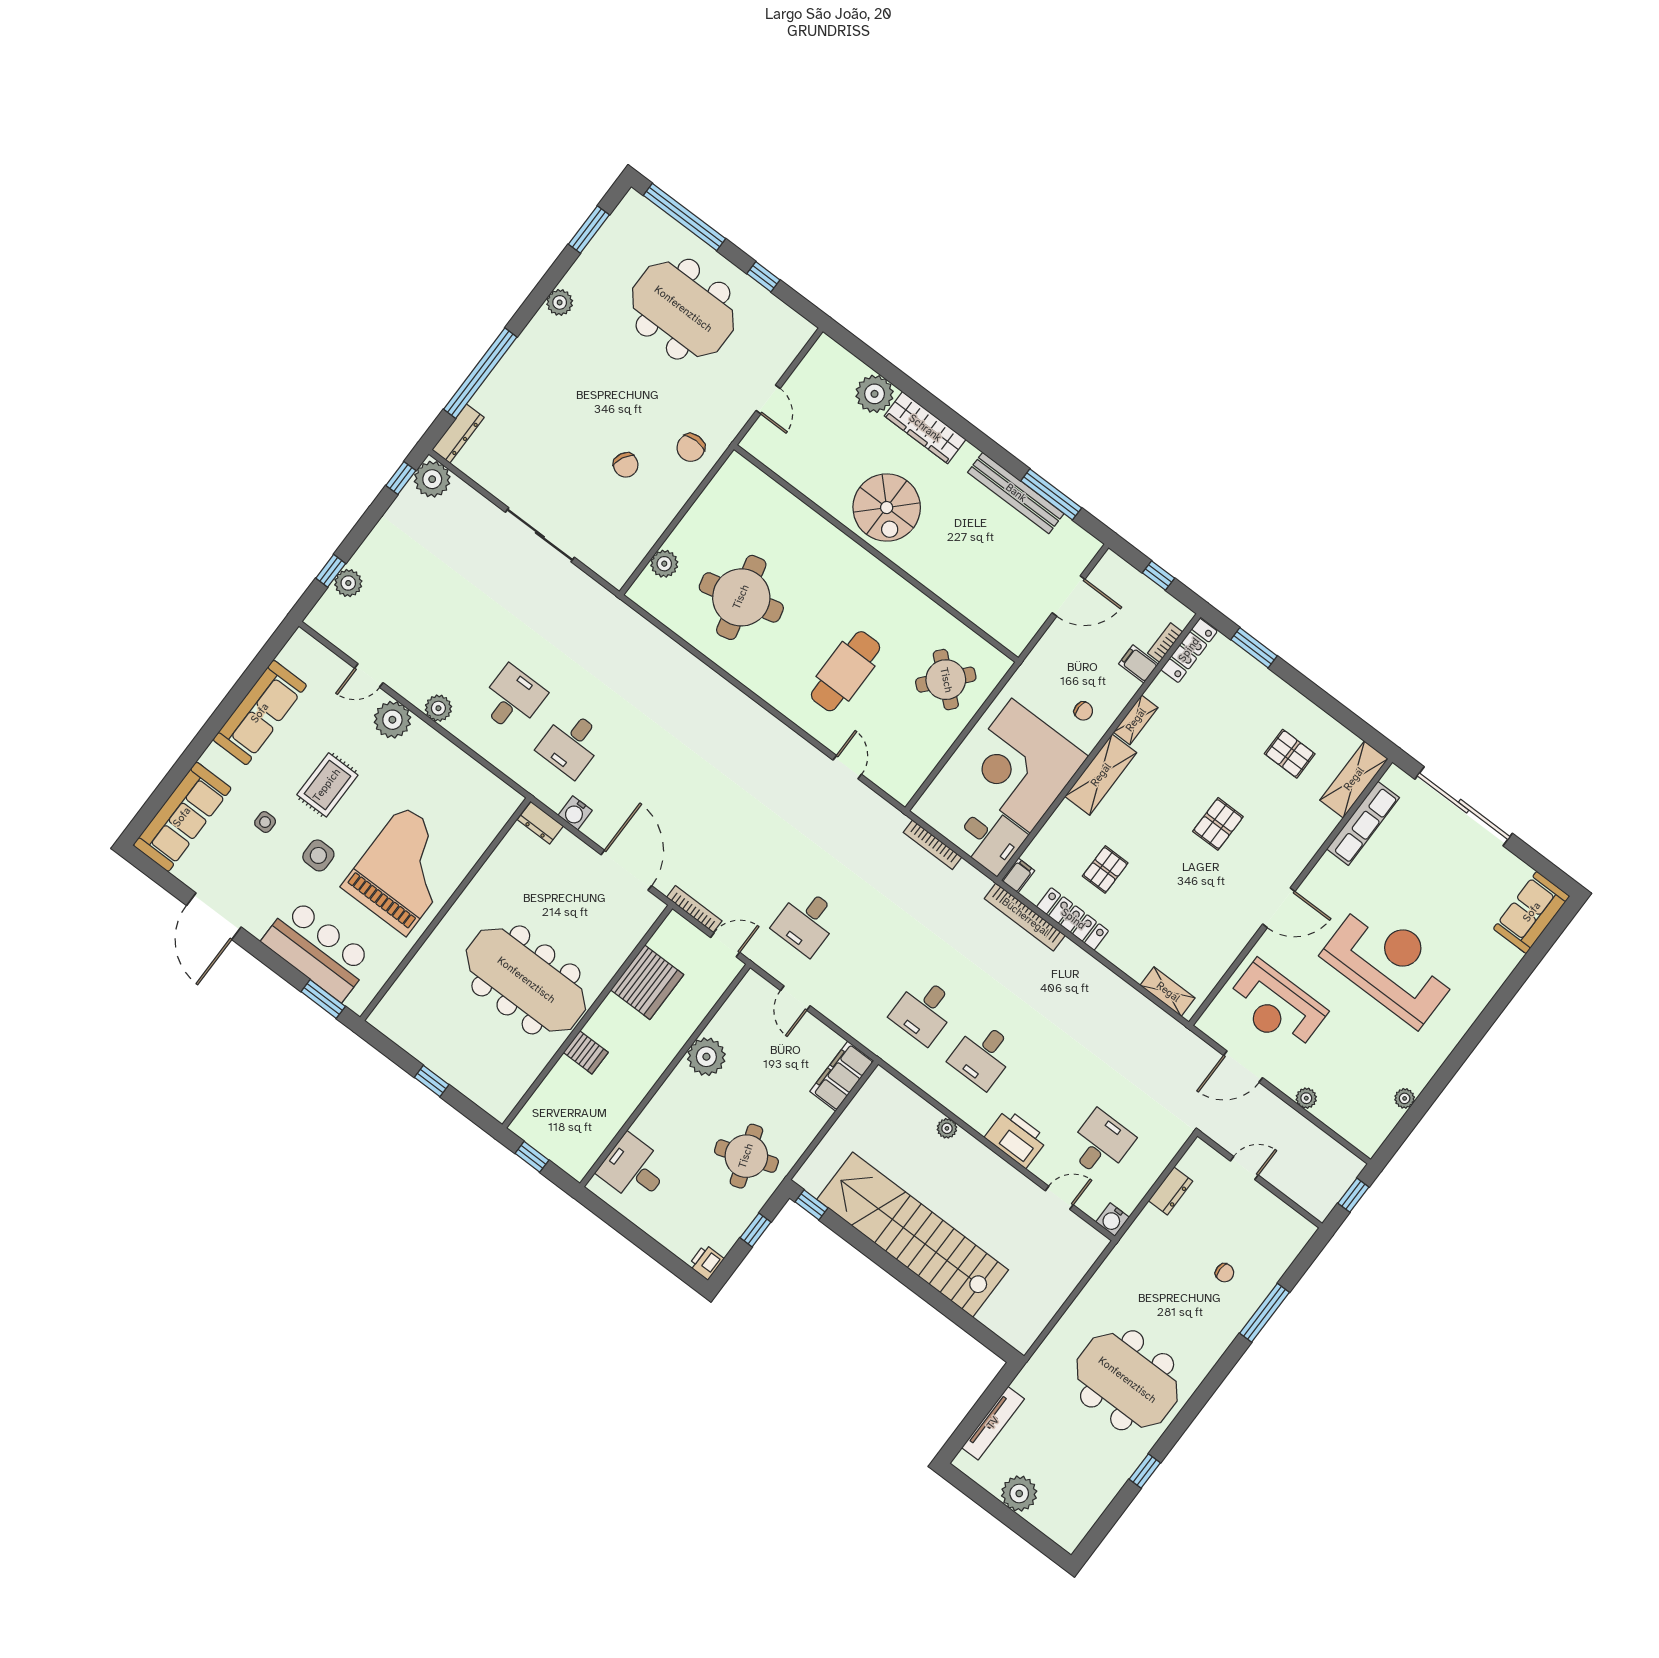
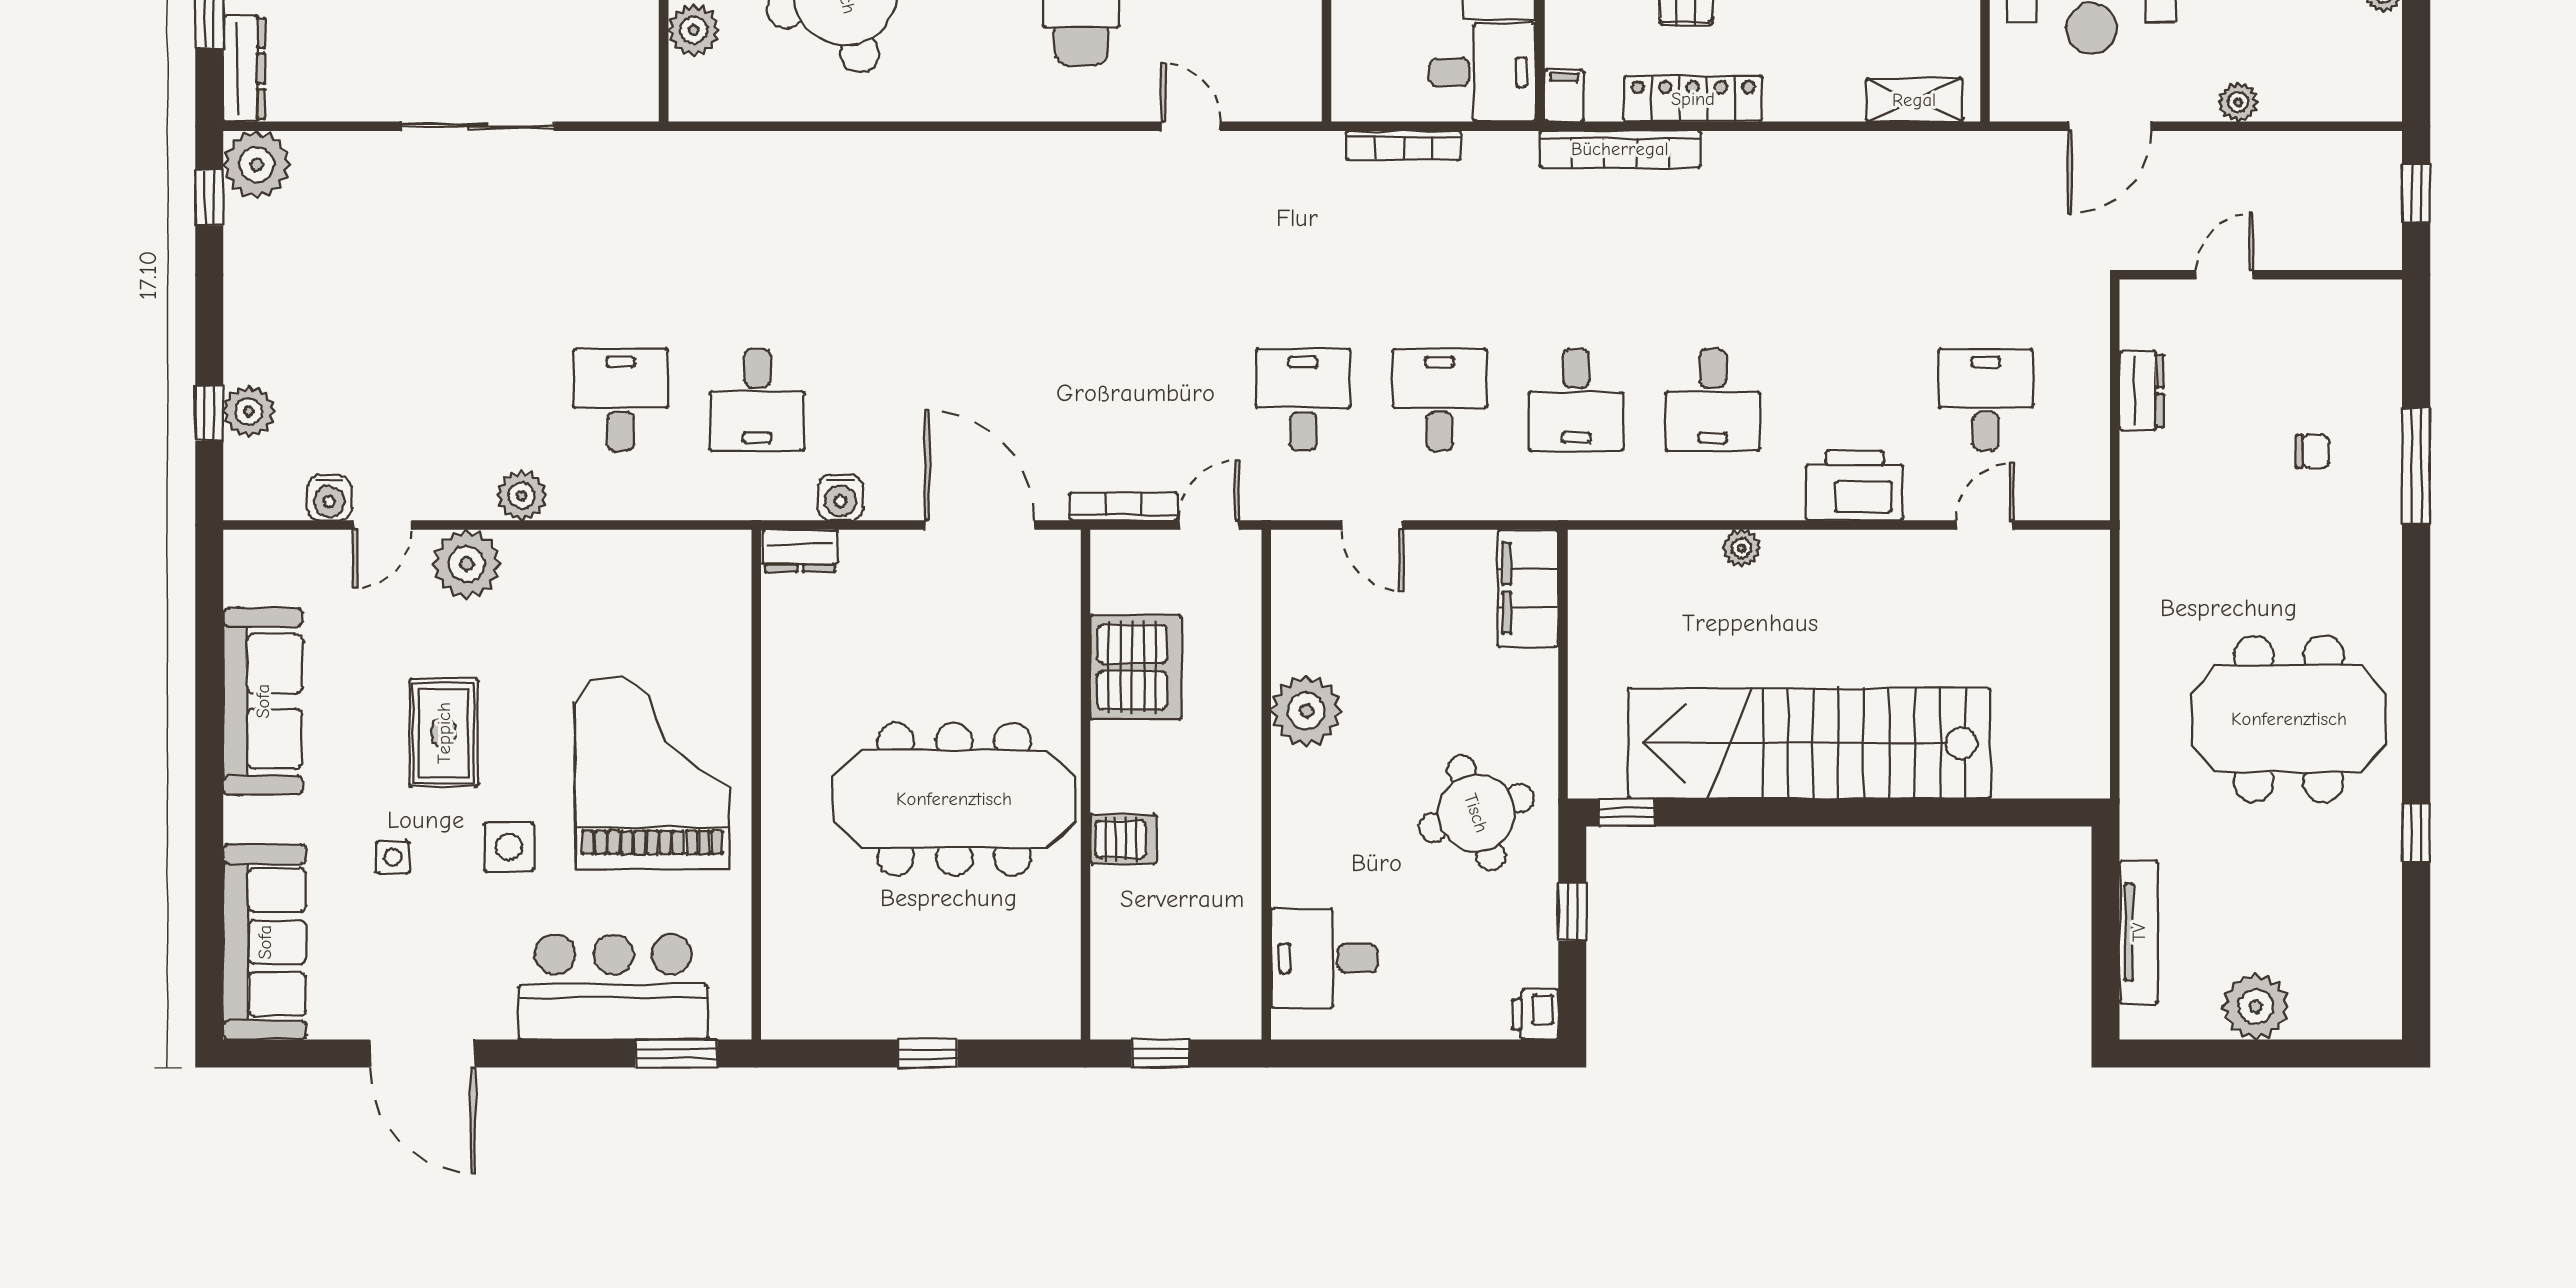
desk: (806, 922) -> (1303, 400), turned 180
desk: (865, 966) -> (1440, 400), added
water cooler: (1112, 1220) -> (329, 498), moved

